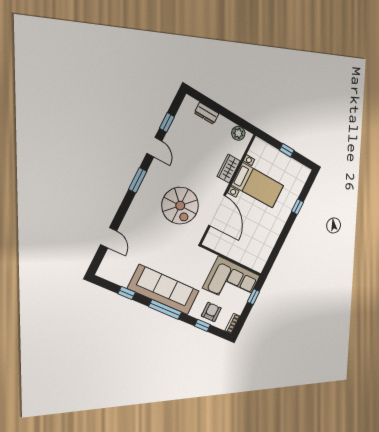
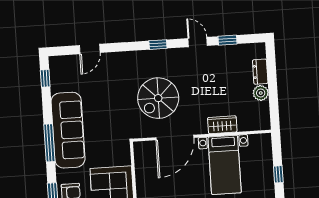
plant: (238, 133) -> (261, 93), moved
door: (154, 147) -> (198, 42), swing flipped
window: (138, 180) -> (158, 45), width x0.67
window: (127, 293) -> (45, 78), moved

